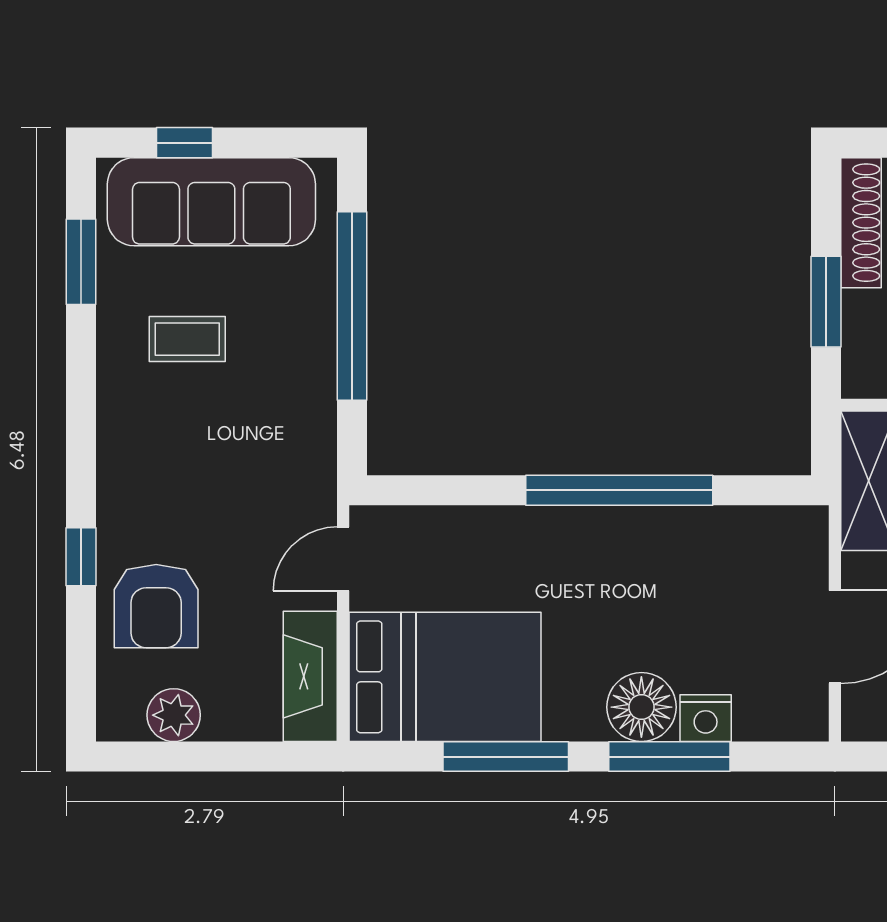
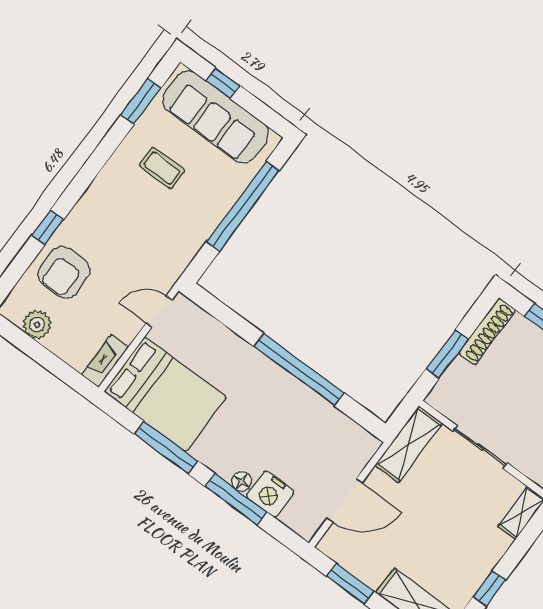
fireplace: (310, 676) -> (105, 361), width x0.73, depth x0.76
floor lamp: (641, 707) -> (242, 481), width x0.53, depth x0.53
nightstand: (706, 718) -> (270, 494), width x1.36, depth x1.33

